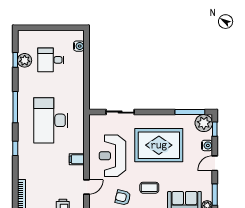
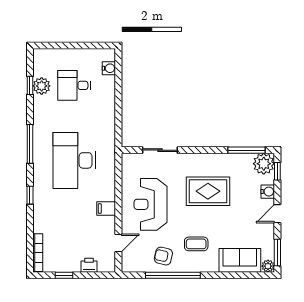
rug: (159, 145) -> (208, 191), width x0.73, depth x0.69

